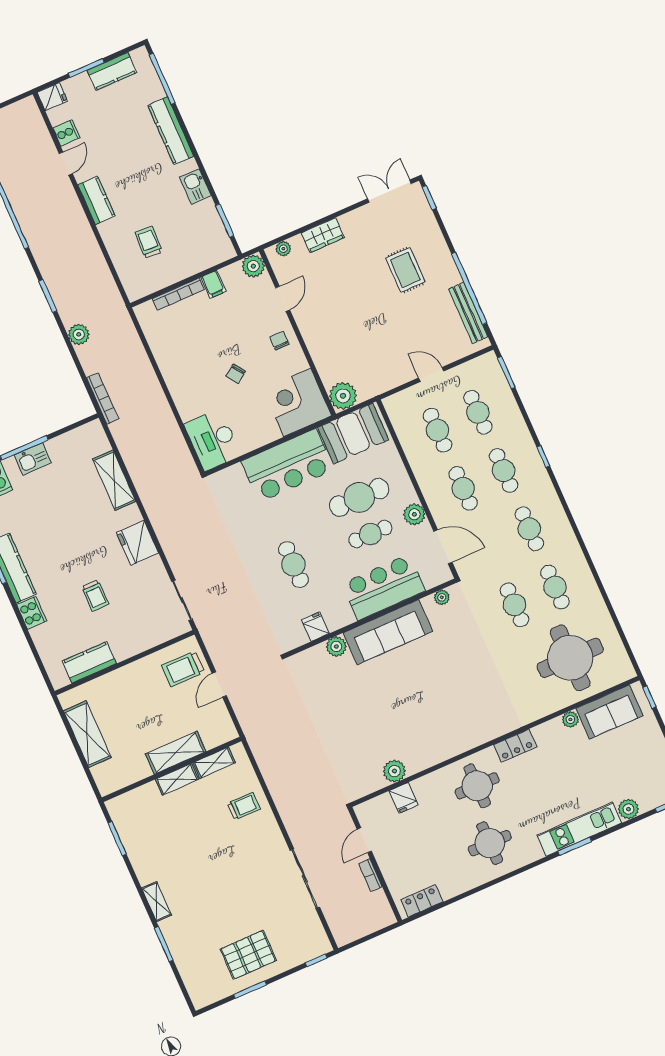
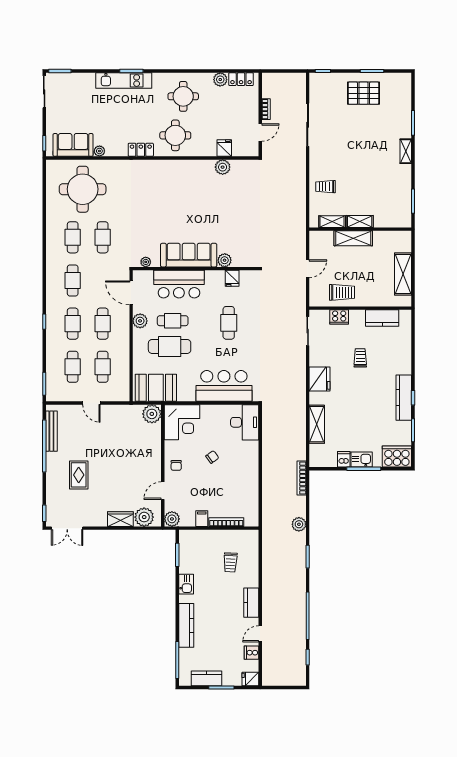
plant: (283, 249) -> (144, 517), width x1.87, depth x1.87
dishwasher: (57, 449) -> (344, 459), added
bar counter: (288, 465) -> (224, 386), moved
cooker: (32, 613) -> (339, 317), moved, turned -90
trolley: (183, 669) -> (342, 292), moved
plant: (628, 809) -> (220, 80), moved

